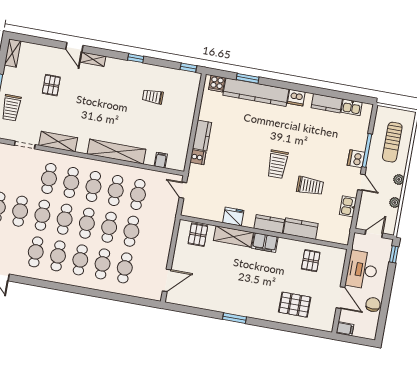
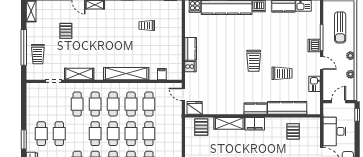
cafe table: (42, 215) -> (77, 134), removed
fridge: (233, 217) -> (195, 108), moved
kitchen counter: (301, 229) -> (287, 108), width x1.50

